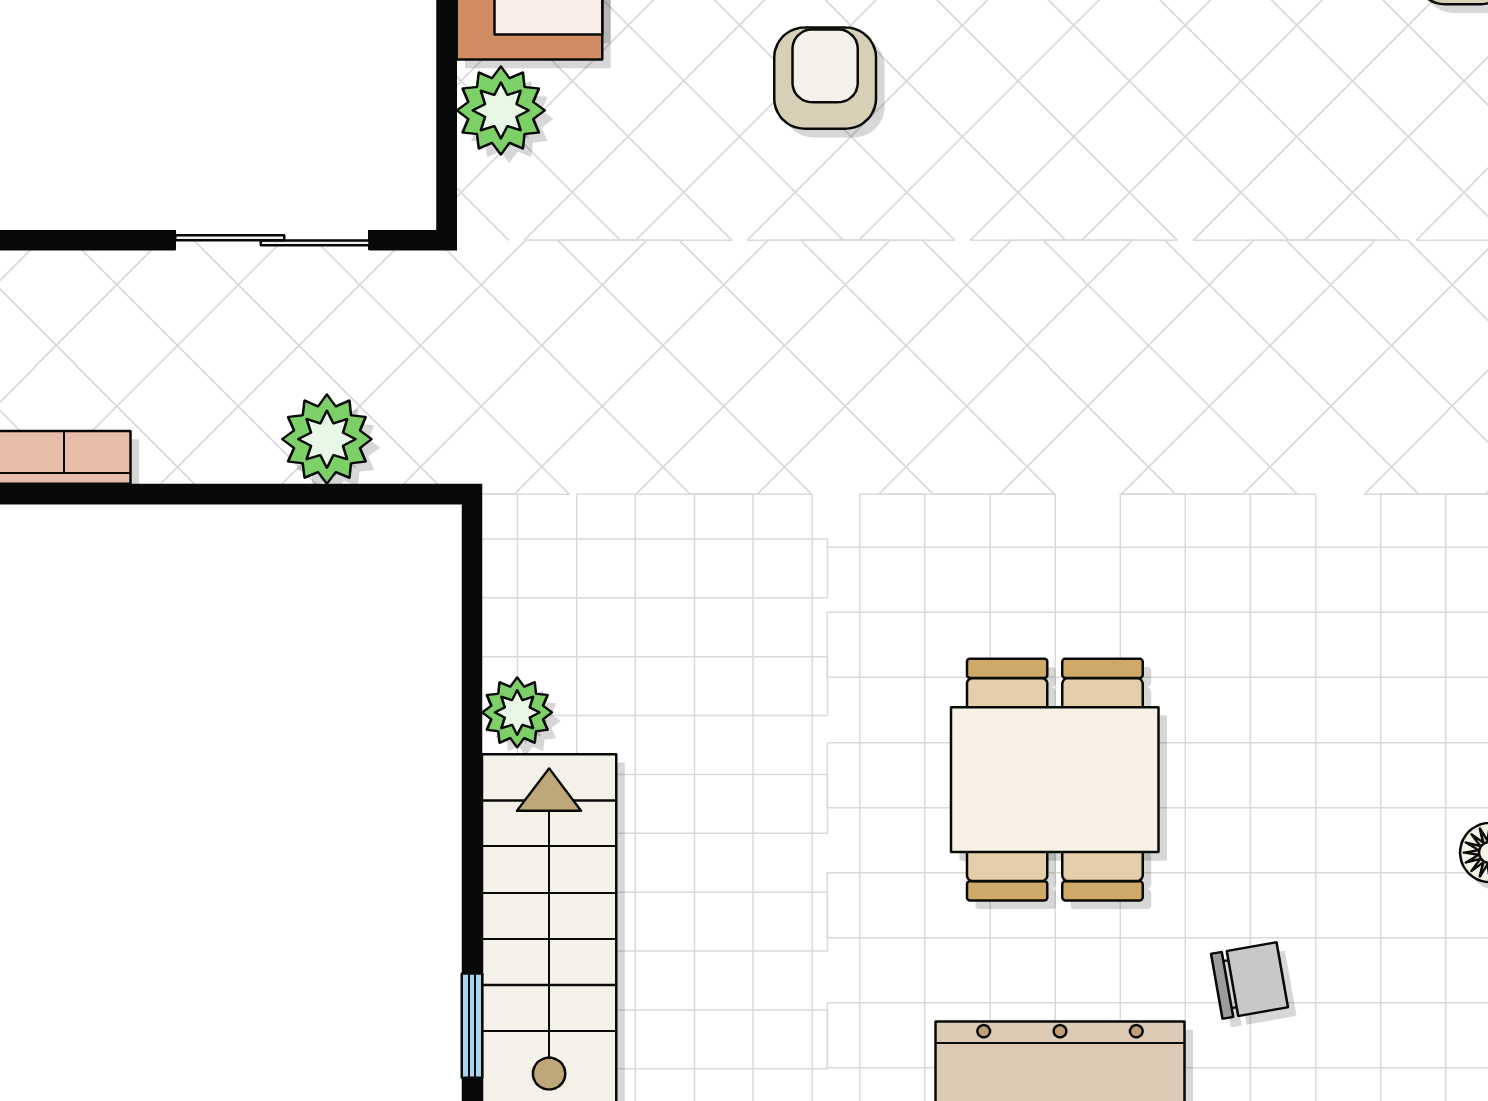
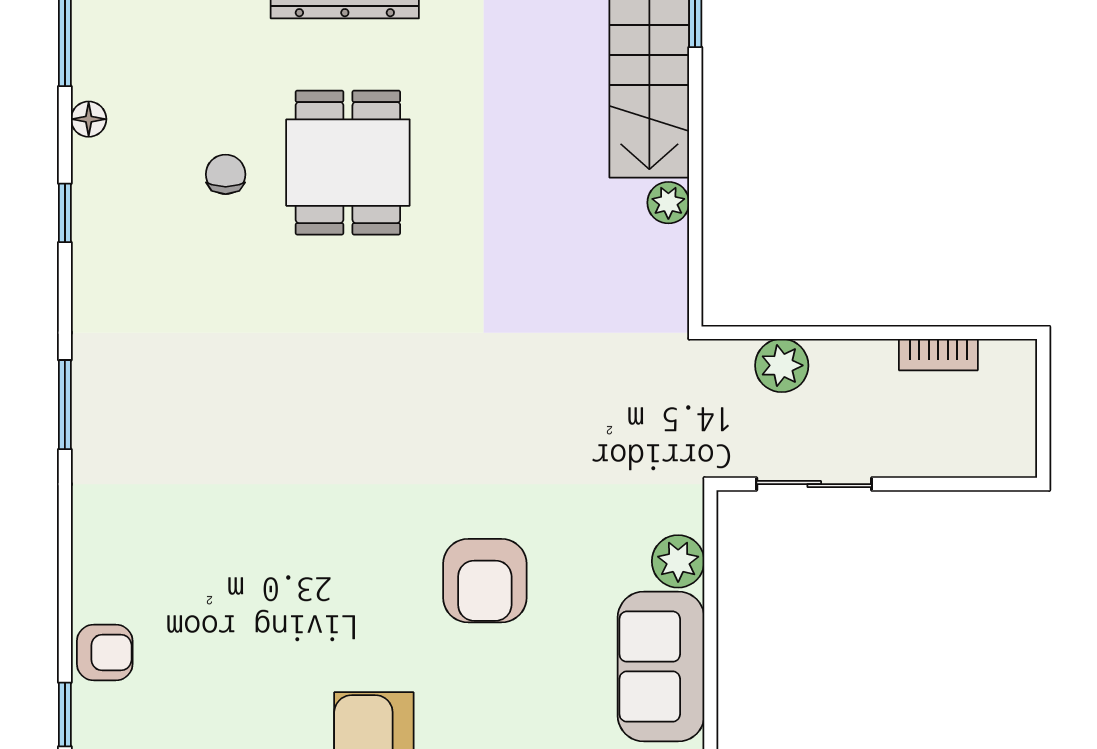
armchair: (825, 78) -> (485, 581), width x1.38, depth x1.38
chair: (1250, 981) -> (226, 174), moved, turned 100

